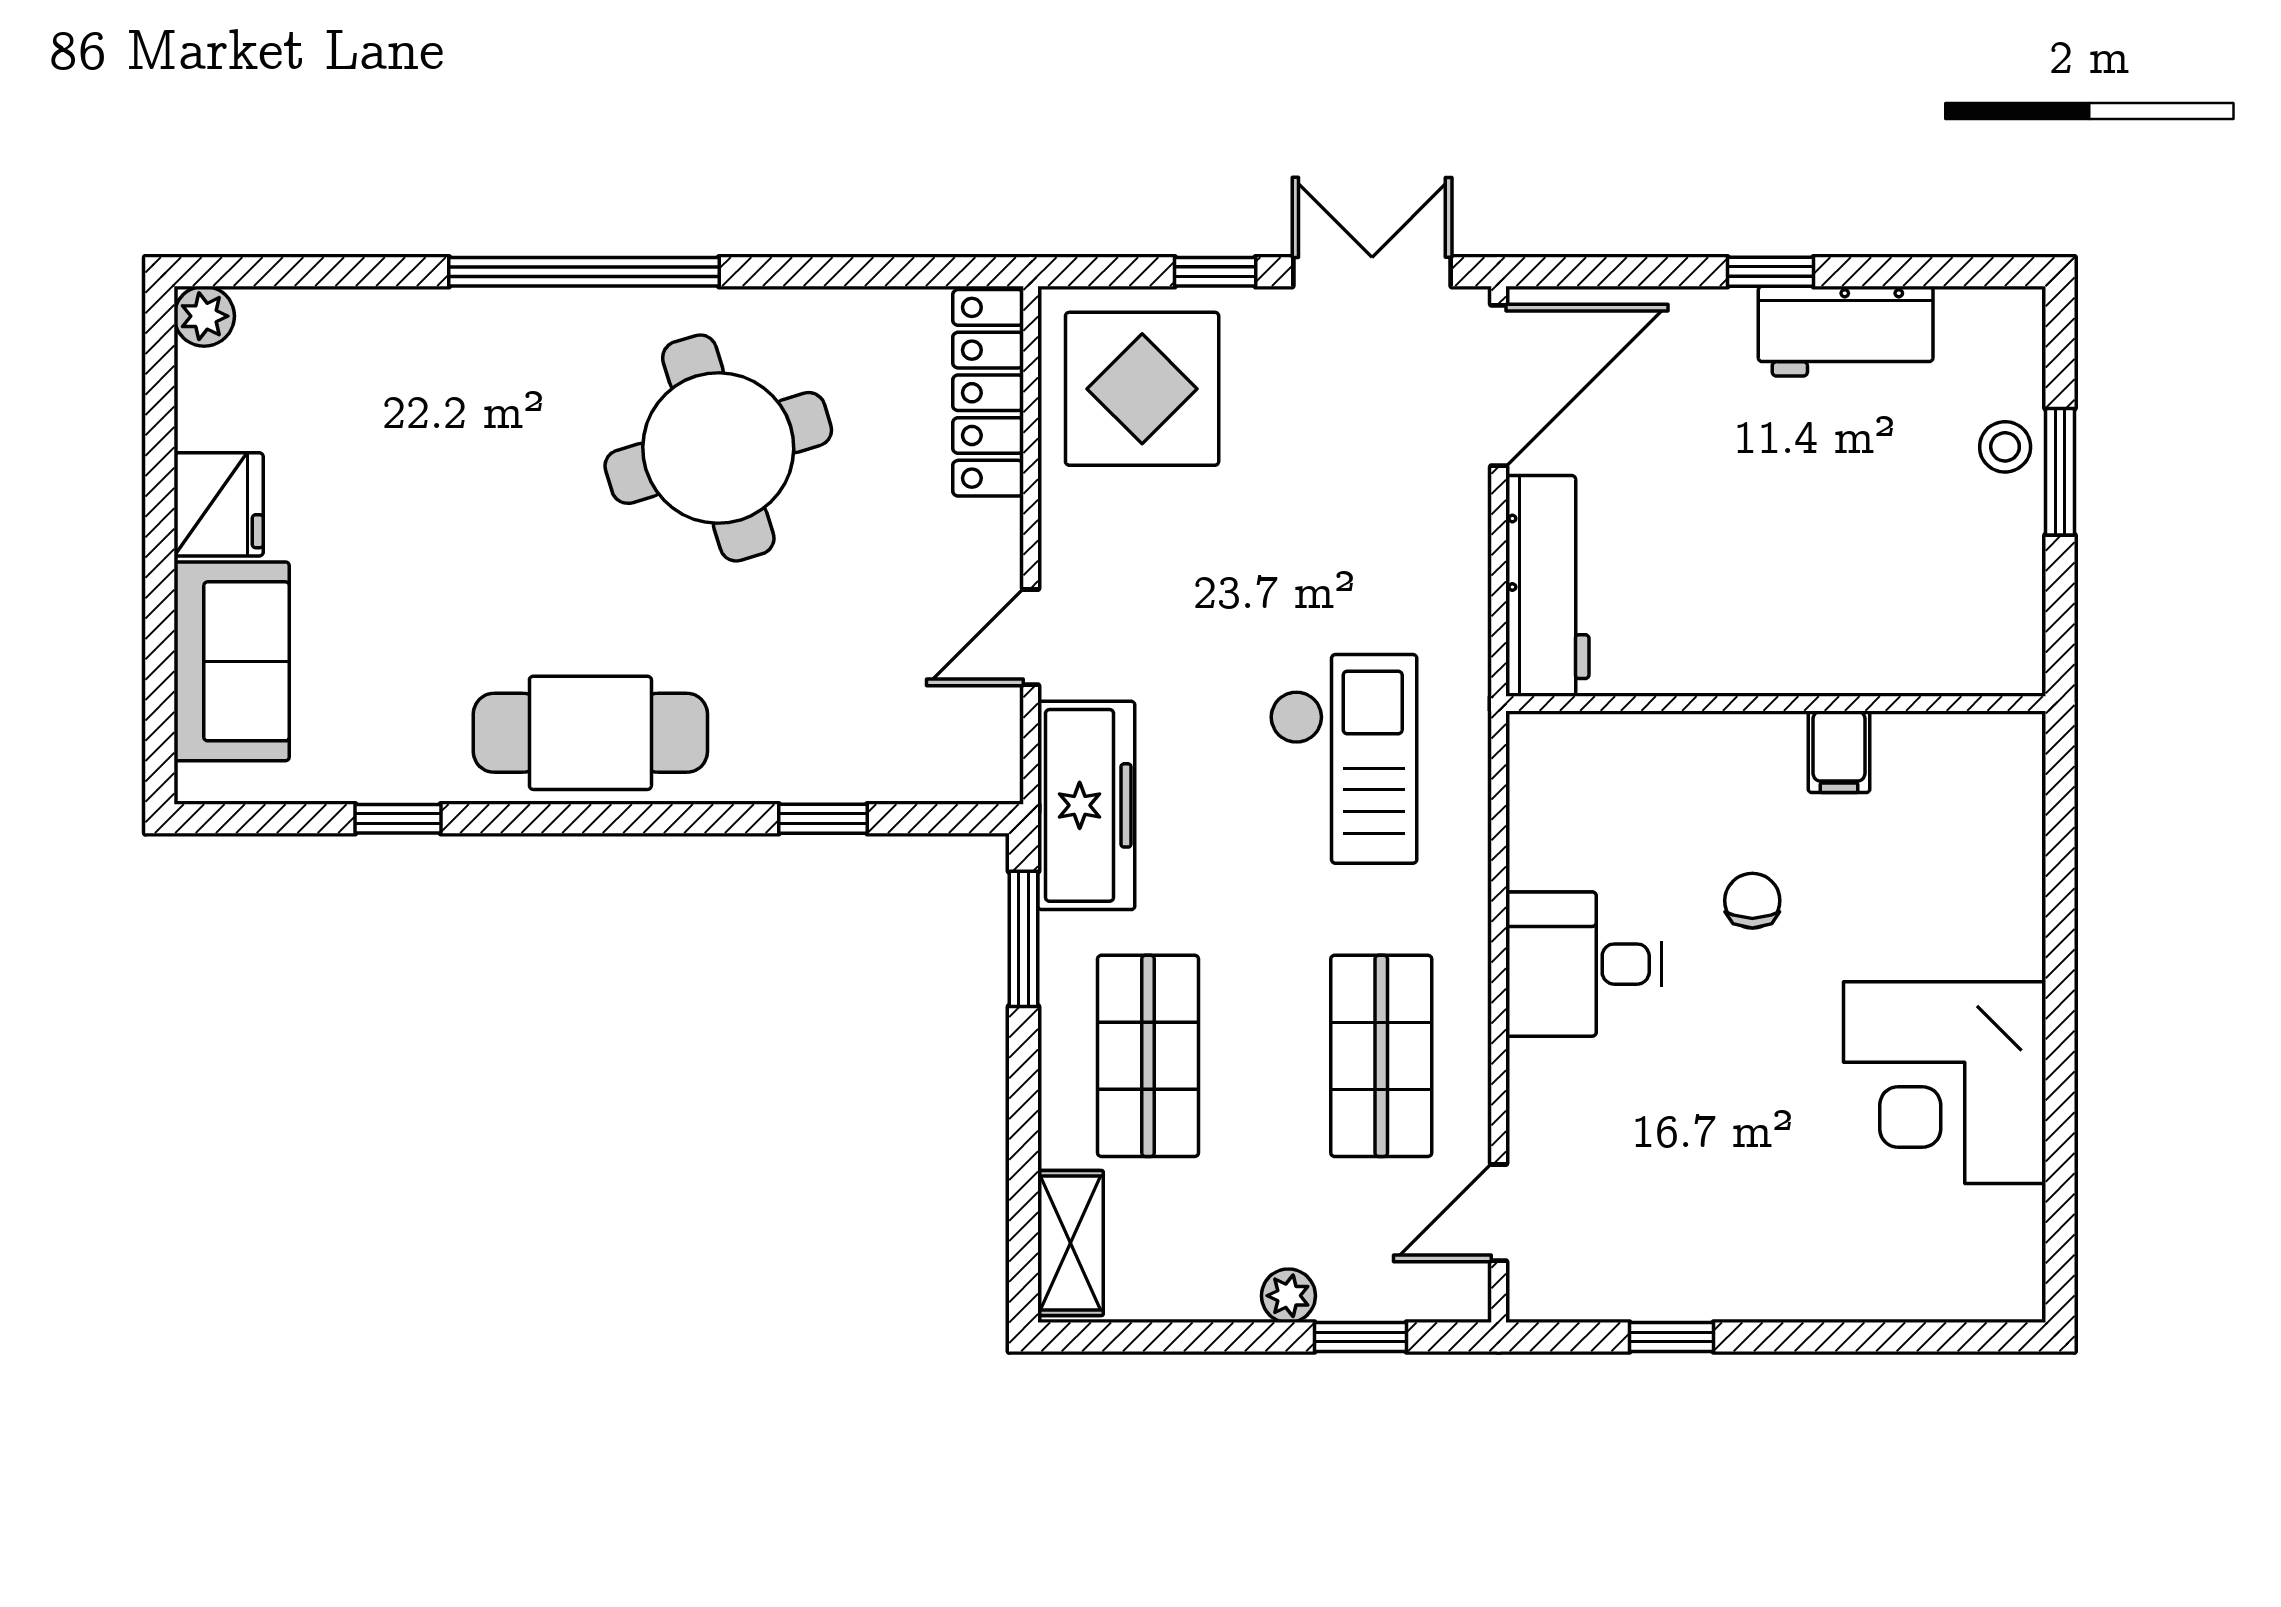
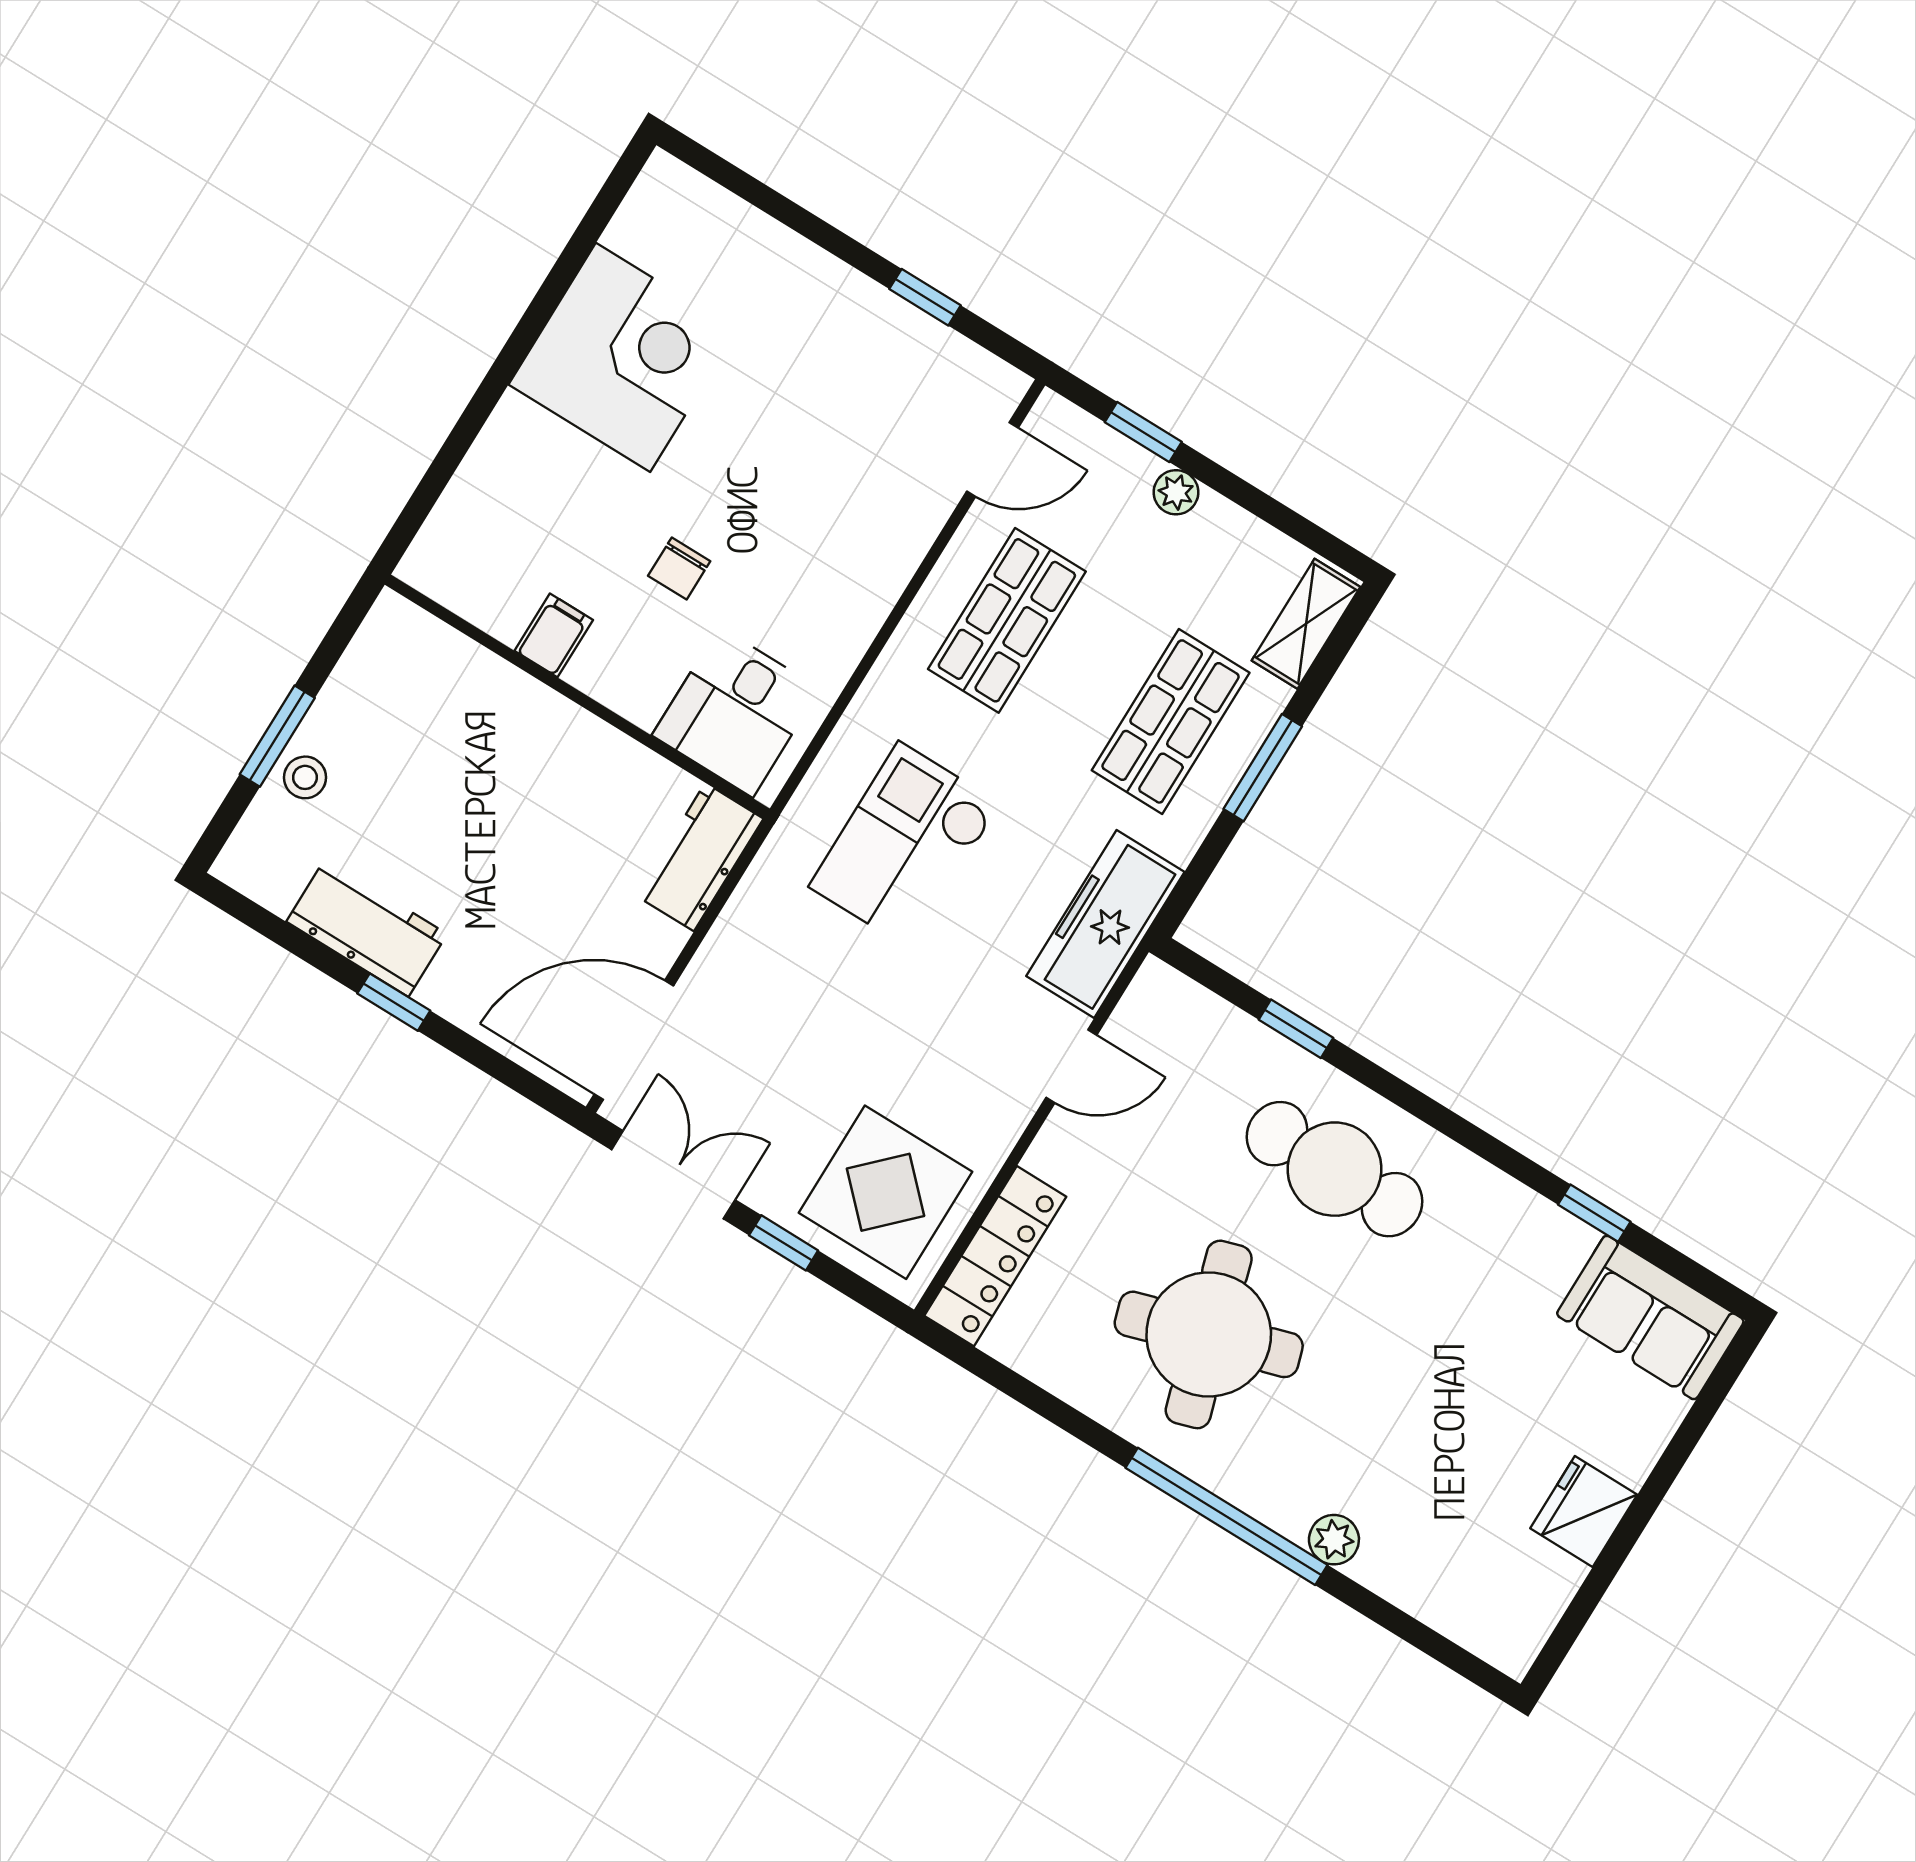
double door: (1372, 272) -> (673, 1175), swing flipped
plant: (204, 316) -> (1334, 1540), moved
workbench: (1547, 586) -> (700, 857), width x0.73
sofa: (232, 661) -> (1650, 1317), moved, turned -90
cafe table: (590, 733) -> (1335, 1169), moved
window: (1023, 939) -> (1263, 768), moved
desk: (1584, 964) -> (736, 712), moved, turned 90

